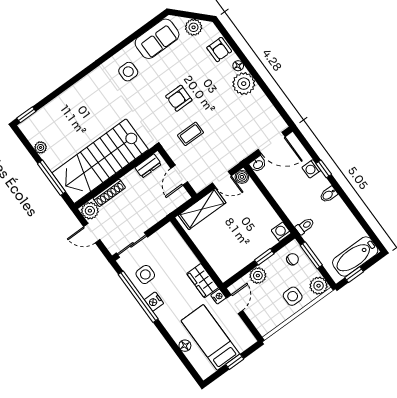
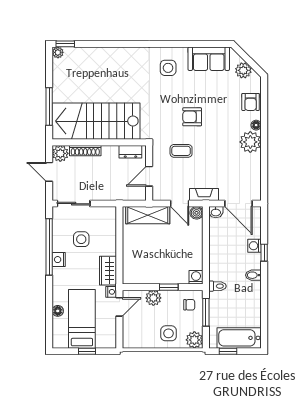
plant: (41, 147) -> (58, 52), moved
fireplace: (237, 157) -> (204, 194), added
side table: (145, 274) -> (81, 239), moved

